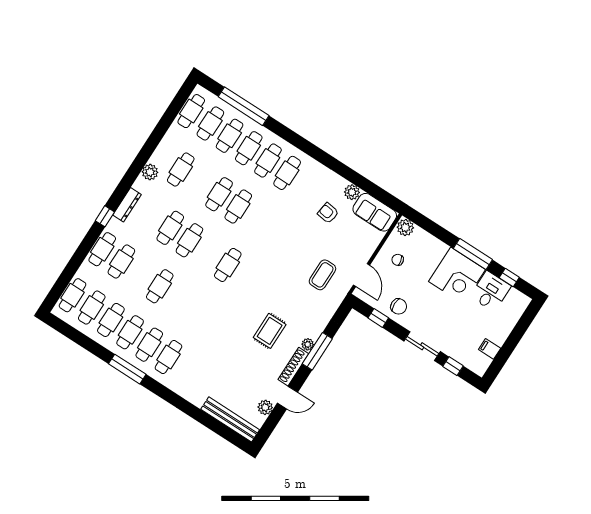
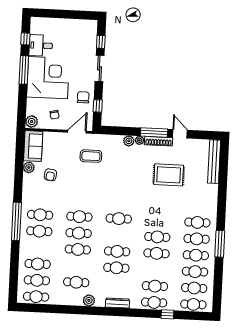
window: (244, 106) -> (16, 221), moved
cafe table: (249, 148) -> (79, 217), moved
window: (105, 216) -> (167, 314), moved
corner desk: (457, 275) -> (48, 78), width x1.36, depth x1.36
cafe table: (179, 299) -> (157, 237), added
rug: (270, 331) -> (169, 175), moved, width x1.36, depth x1.43
filing cabinet: (490, 349) -> (77, 25), removed
window: (317, 351) -> (154, 133), moved
plant: (265, 407) -> (129, 141), moved

